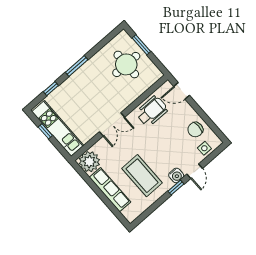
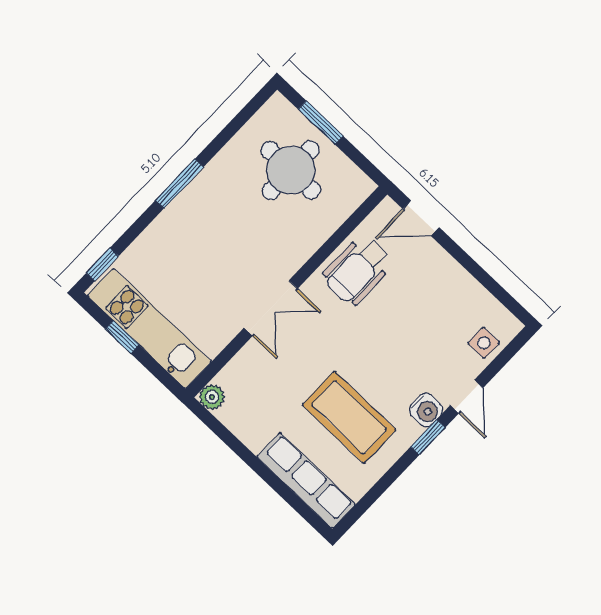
window: (51, 89) -> (102, 264), moved
wheelchair: (152, 111) -> (358, 270), turned 180
chair: (195, 130) -> (460, 303), removed
plant: (89, 162) -> (212, 397), width x0.53, depth x0.53
row of seats: (110, 190) -> (306, 481), moved

